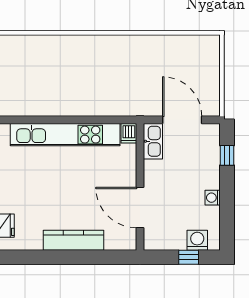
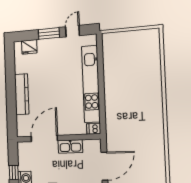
kitchen sink: (153, 141) -> (70, 146), moved

